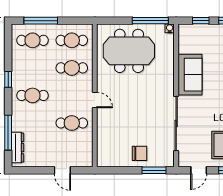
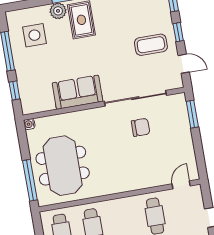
window: (150, 21) -> (30, 180), moved
door: (95, 100) -> (181, 185), moved
chair: (140, 153) -> (141, 127), moved, turned 90

